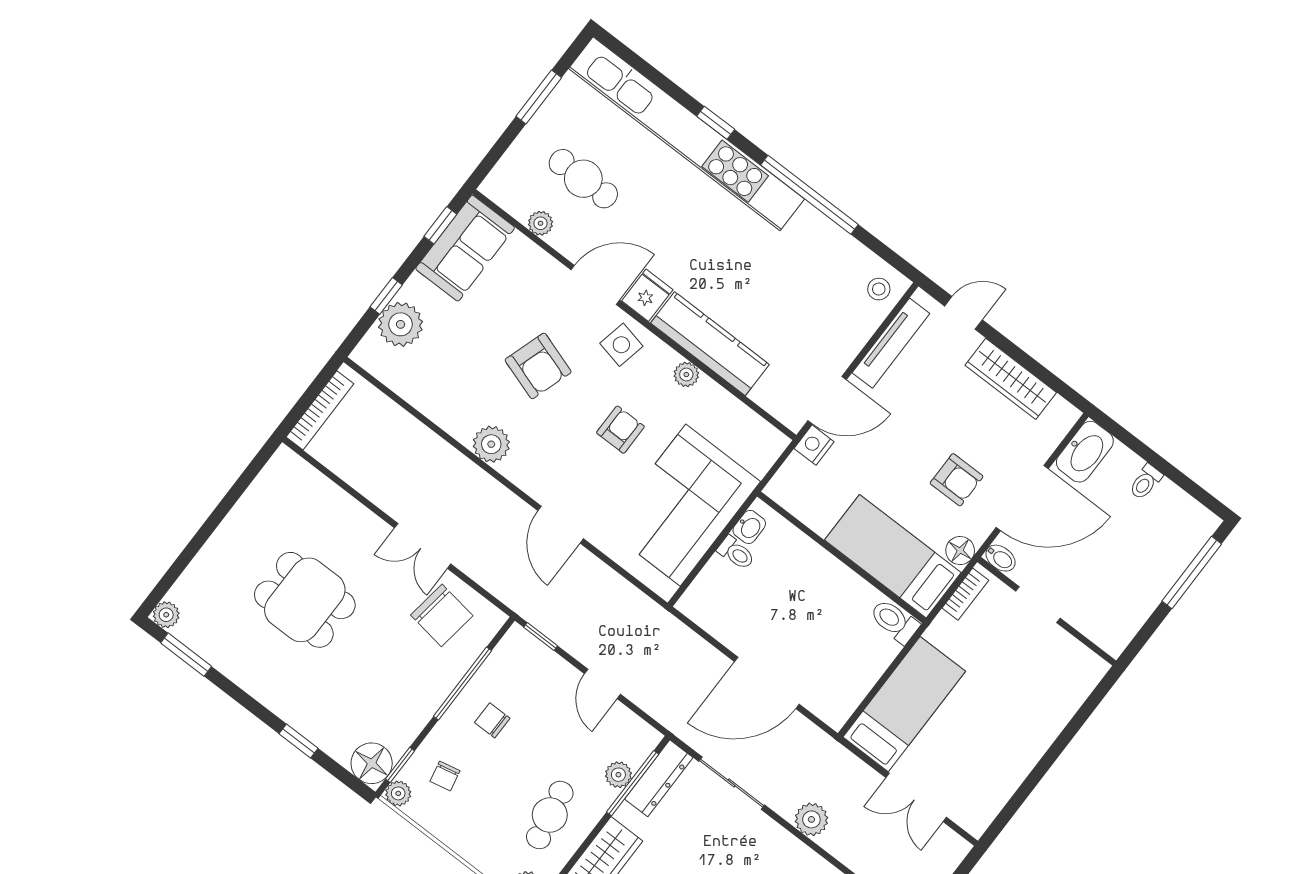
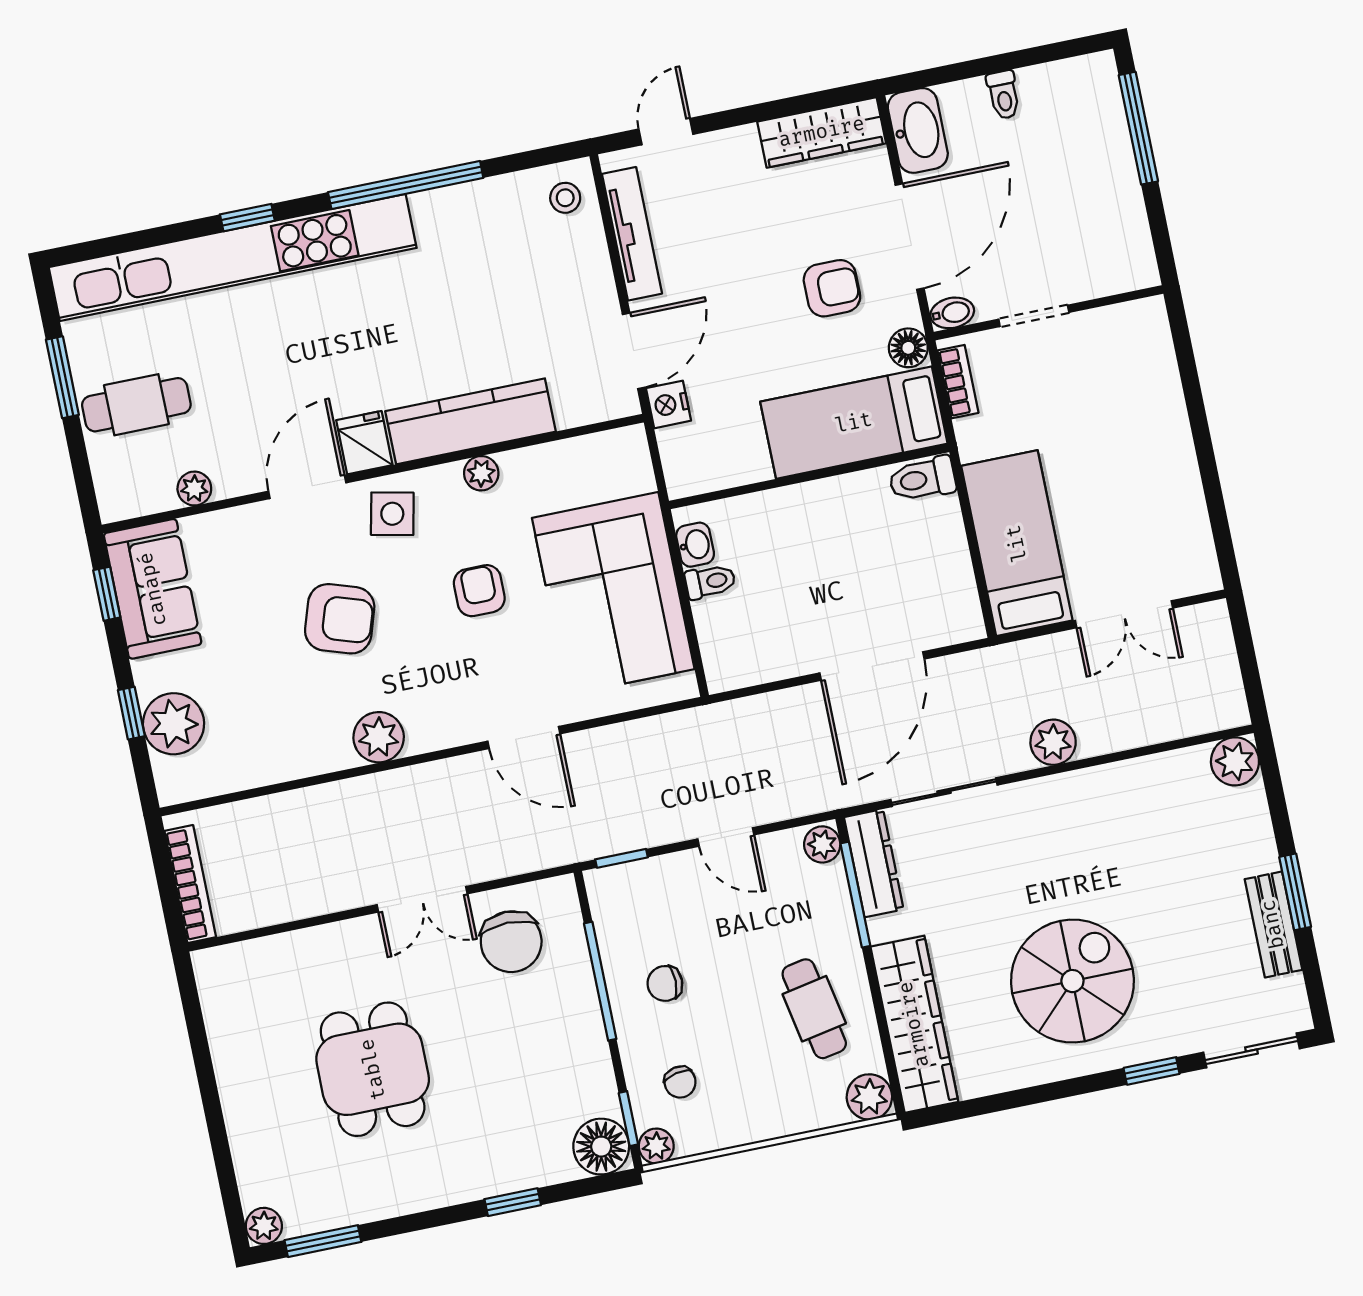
cafe table: (583, 179) -> (136, 405), moved
wardrobe: (1011, 379) -> (822, 132), moved
dining table: (305, 600) -> (373, 1069), turned 90
chair: (442, 615) -> (511, 942), turned 82
plant: (618, 775) -> (822, 844), moved

